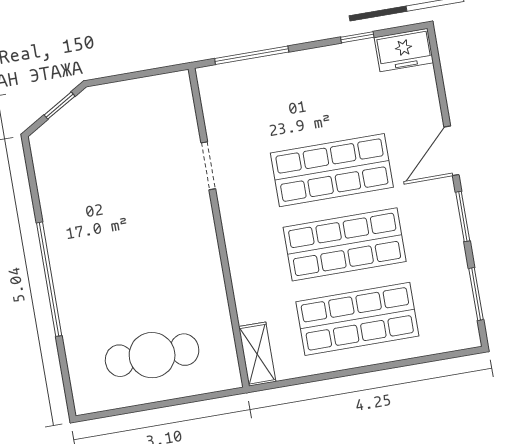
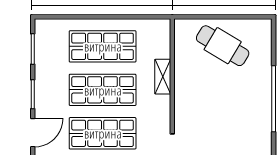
shelving: (257, 354) -> (163, 77), moved
cafe table: (152, 355) -> (223, 46), turned 31

